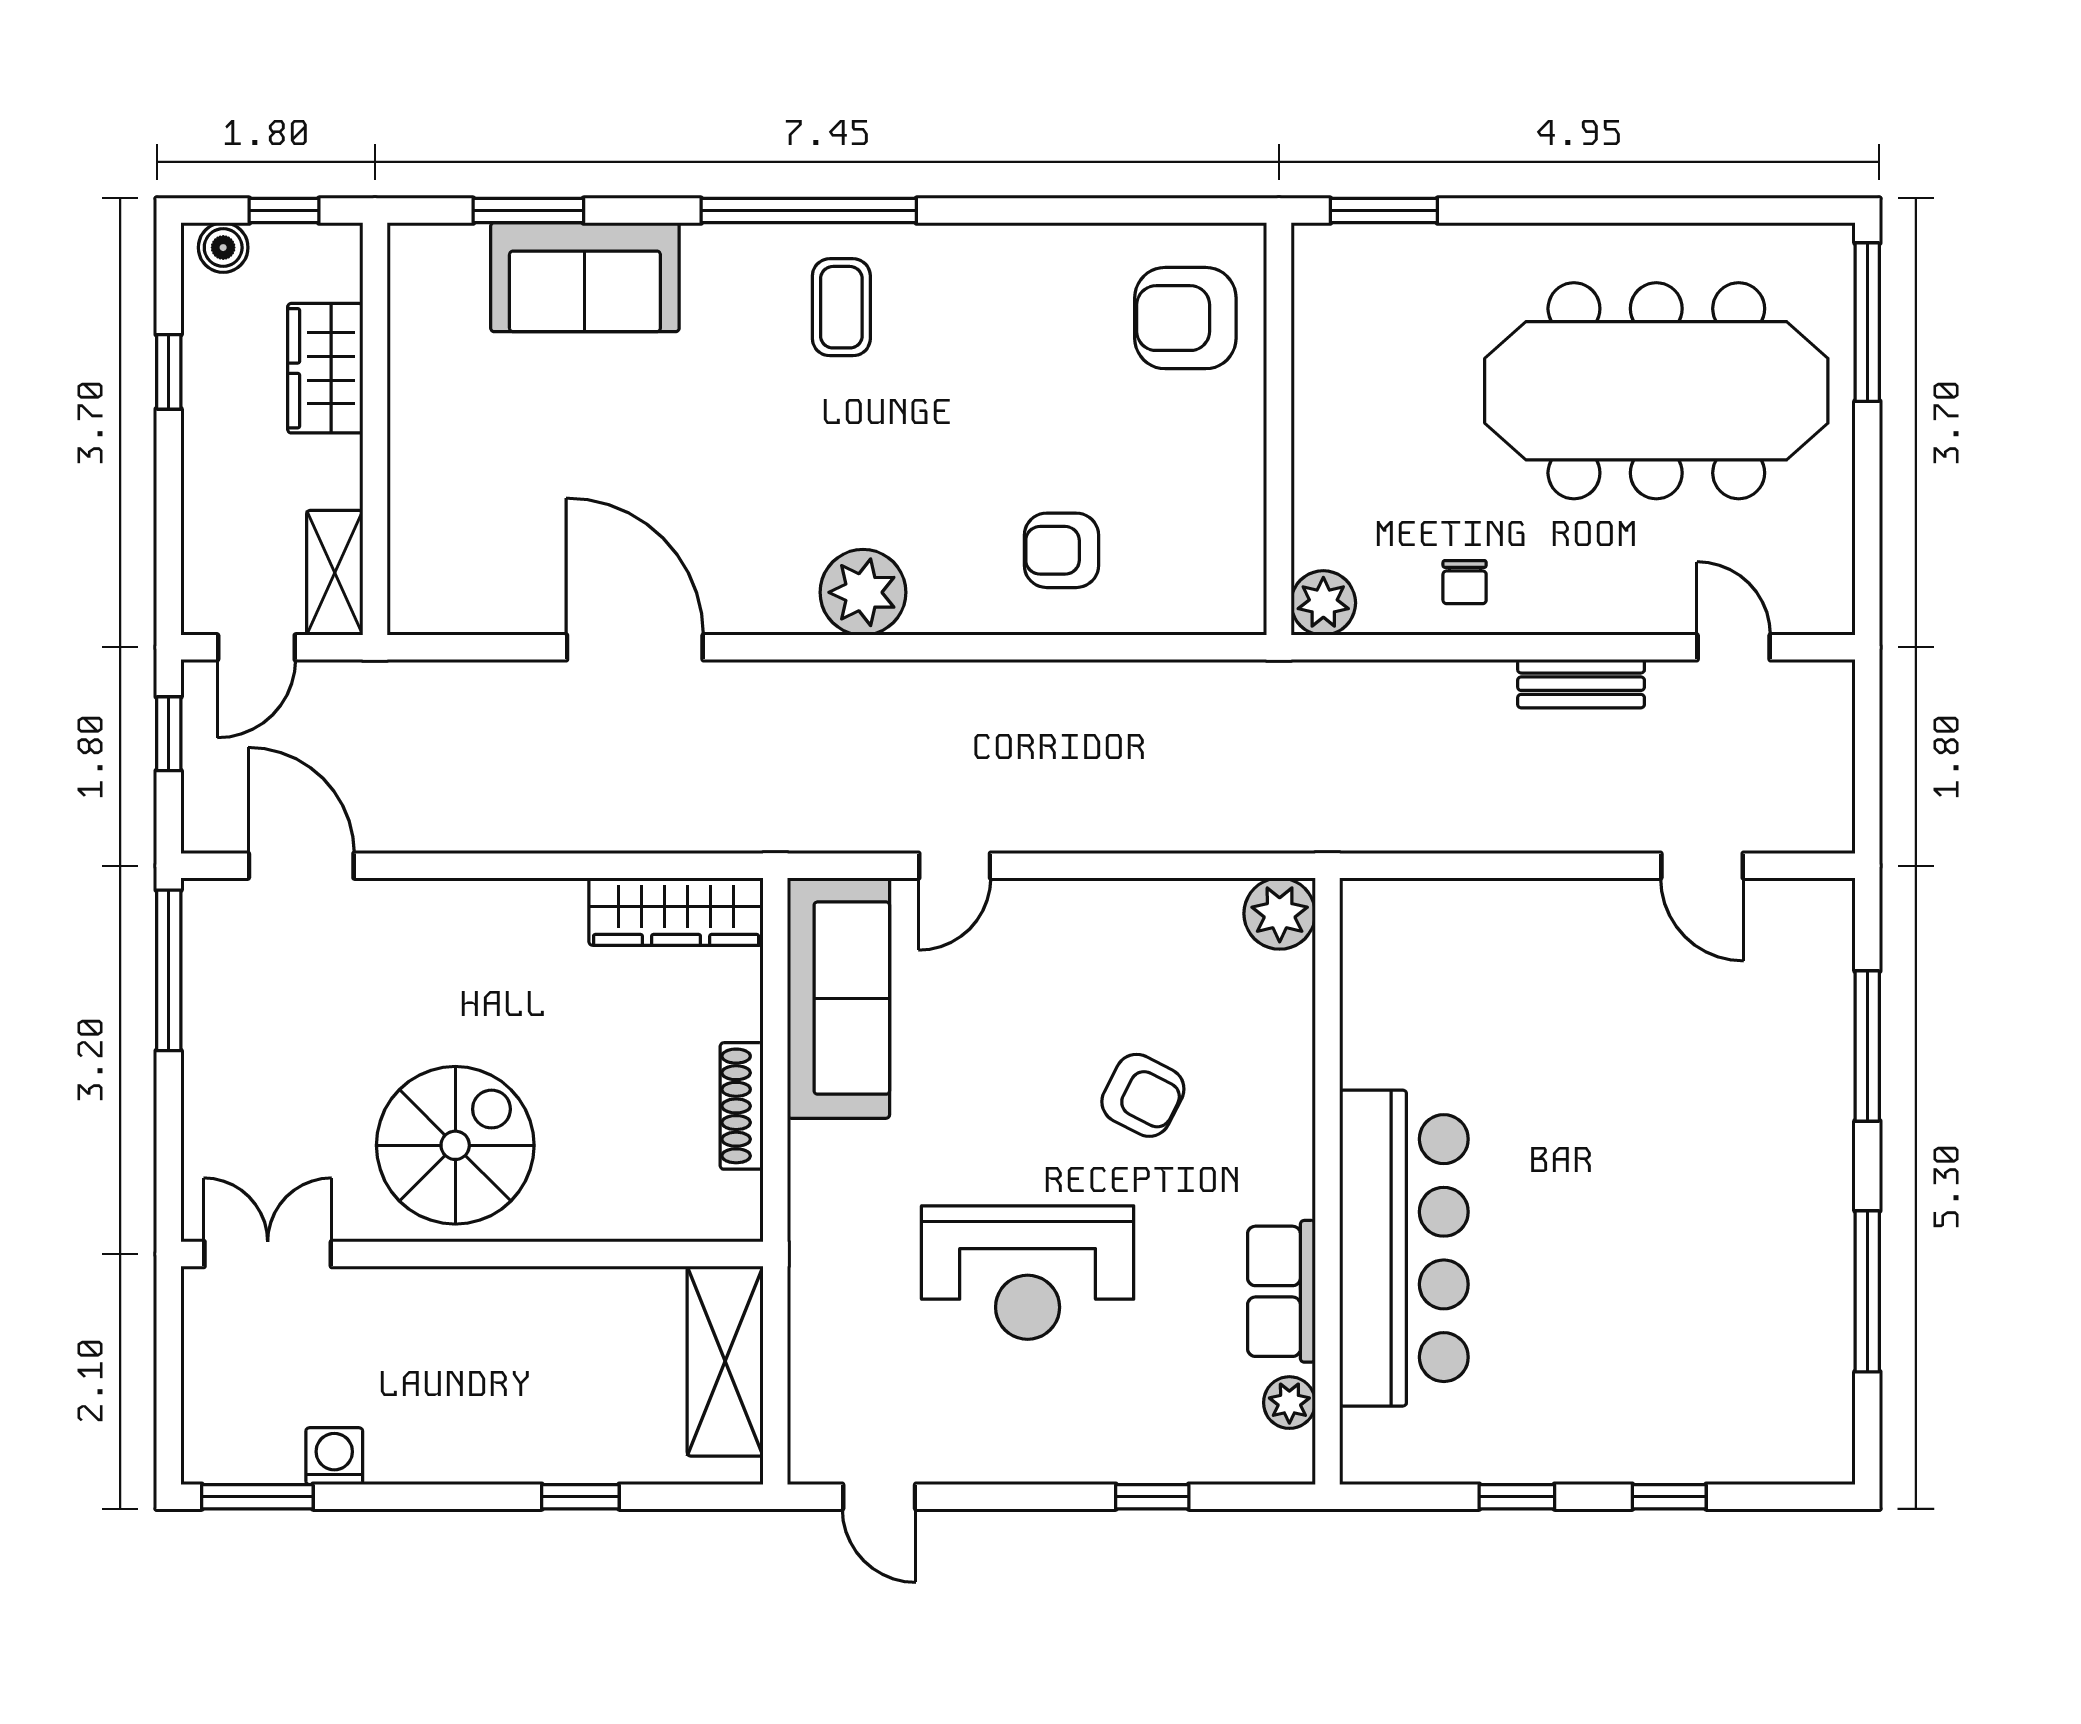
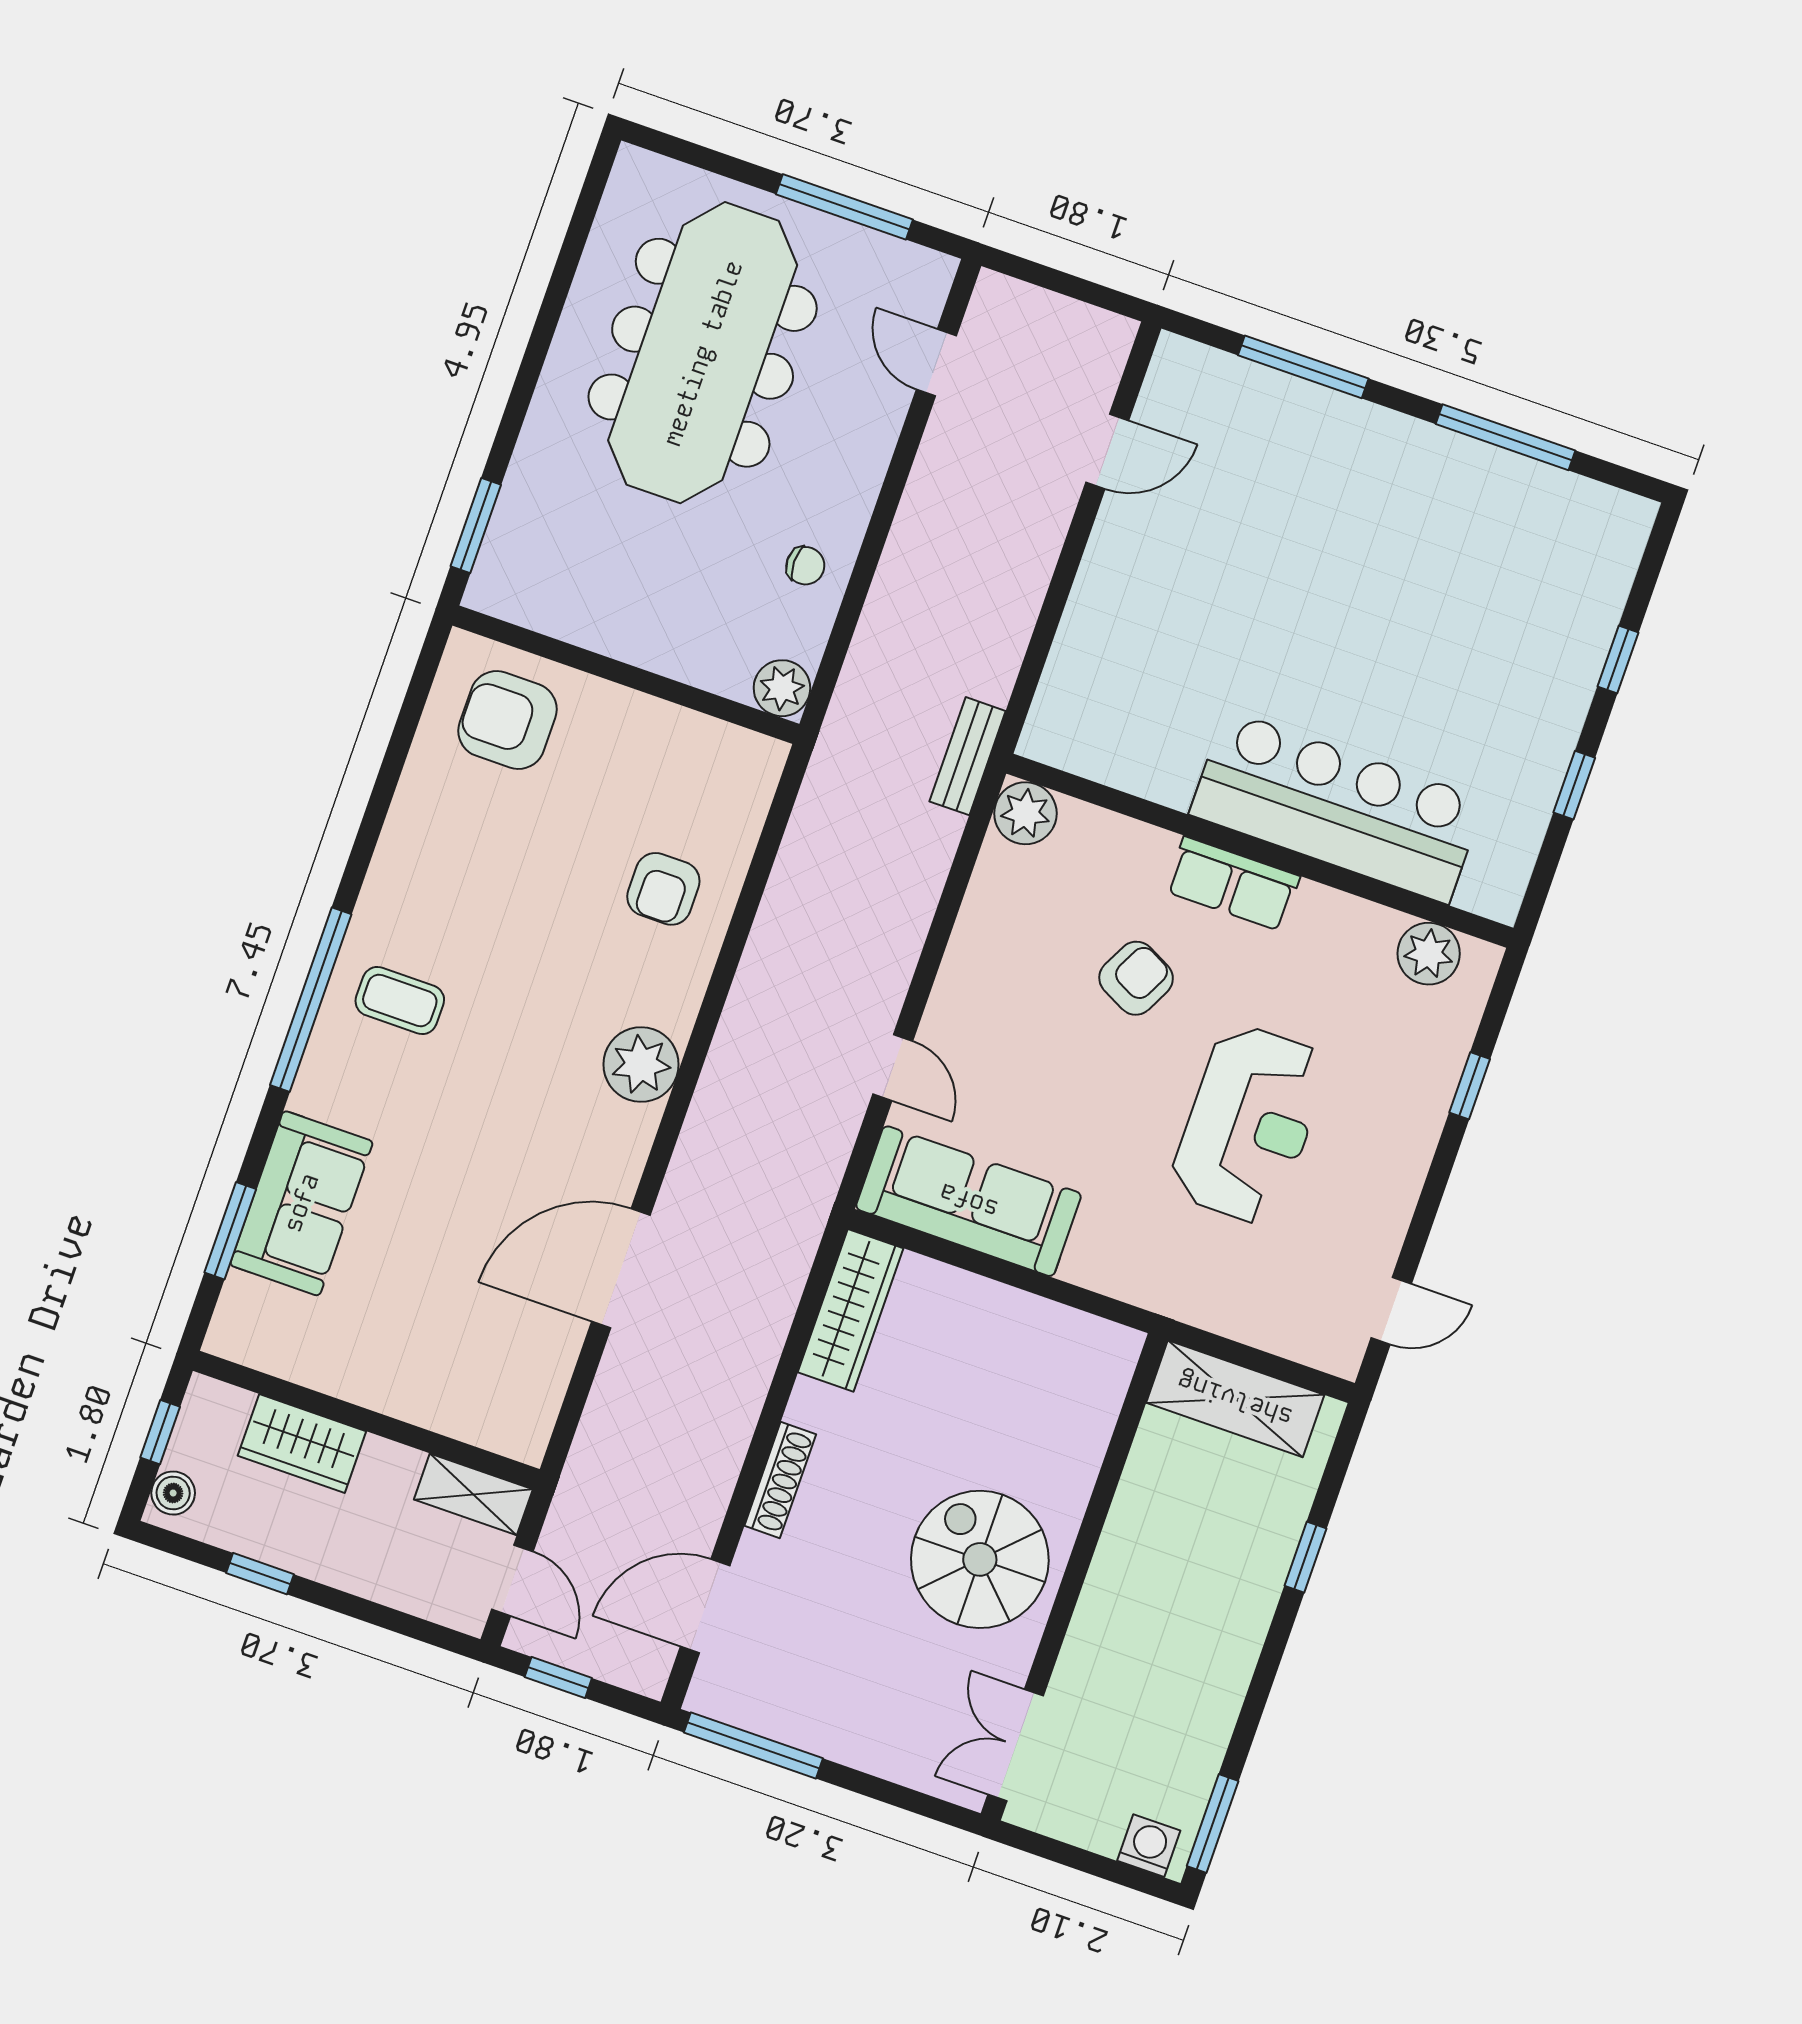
armchair: (1185, 318) -> (508, 720), turned 90
window: (1867, 322) -> (844, 207), moved
door: (1734, 647) -> (936, 363), hinge flipped
bench: (1581, 684) -> (968, 756), moved
shoe rack: (742, 1106) -> (780, 1480), moved, turned -90
row of seats: (1281, 1291) -> (1233, 884), moved
plant: (1289, 1403) -> (1429, 954), width x1.38, depth x1.38
washing machine: (334, 1456) -> (1149, 1846), moved, turned 90

